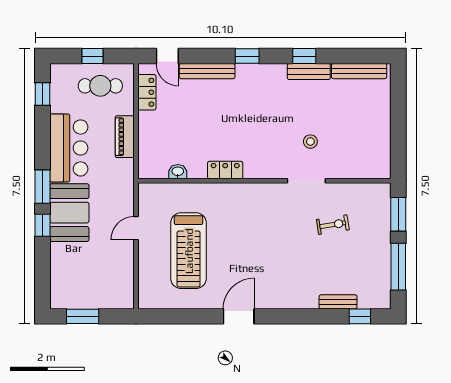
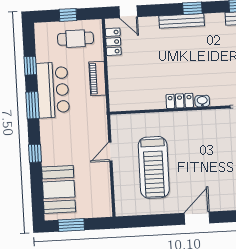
bench: (207, 71) -> (182, 21), moved
window: (43, 94) -> (30, 66), moved
washbasin: (178, 172) -> (202, 101), moved
window: (43, 187) -> (32, 105), moved
booth: (69, 213) -> (59, 189), moved

